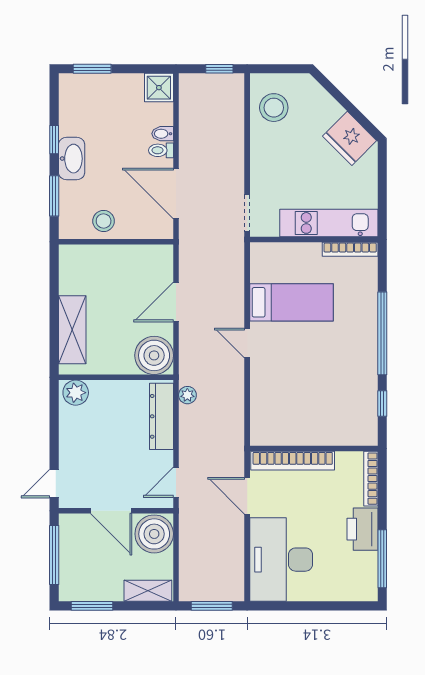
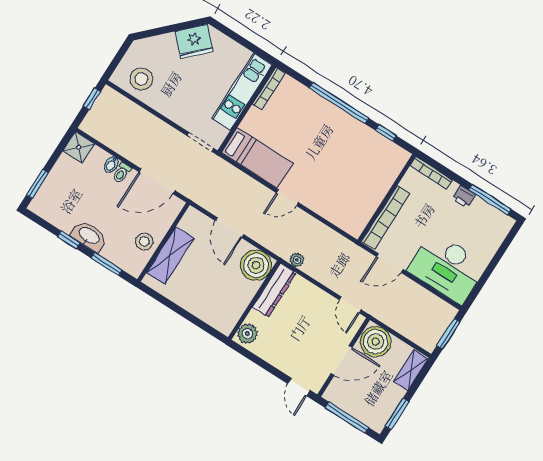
bed: (291, 302) -> (257, 158), moved, turned 90
shelving: (72, 330) -> (170, 255), moved, turned 90
dresser: (161, 416) -> (274, 290), moved, turned -90
printer: (363, 529) -> (464, 197), width x0.53, depth x0.68

